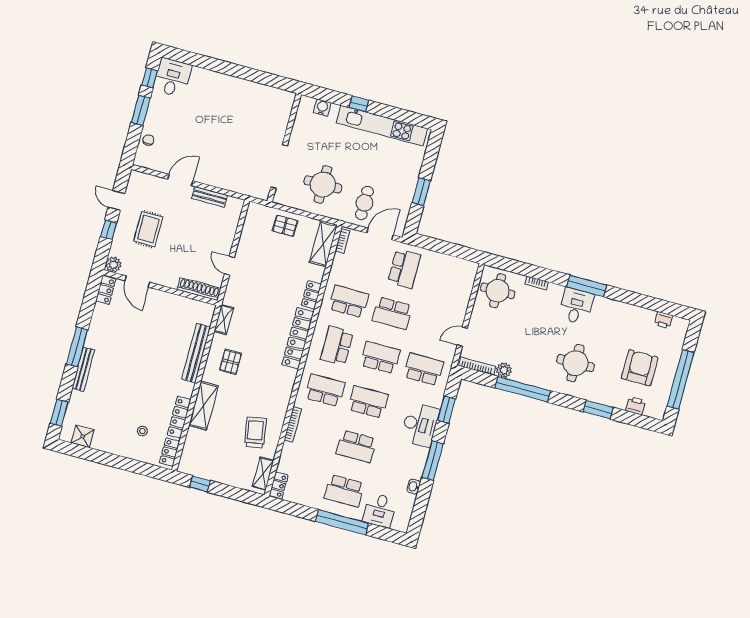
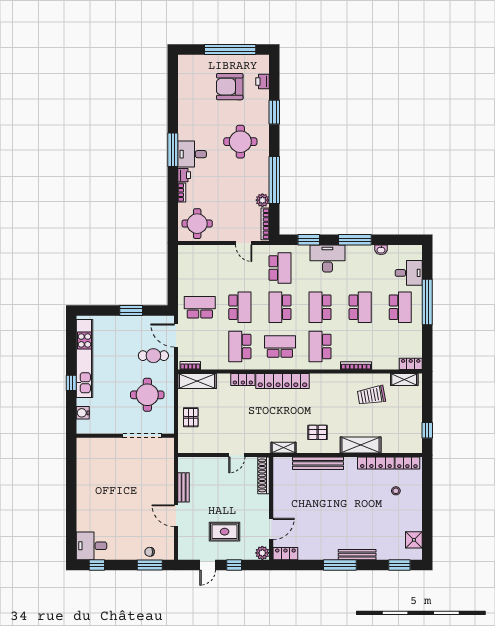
window: (141, 110) -> (150, 565), moved
printer: (664, 320) -> (184, 175), moved
school desk: (337, 346) -> (280, 346), turned 180
school desk: (424, 369) -> (280, 268), turned 180

